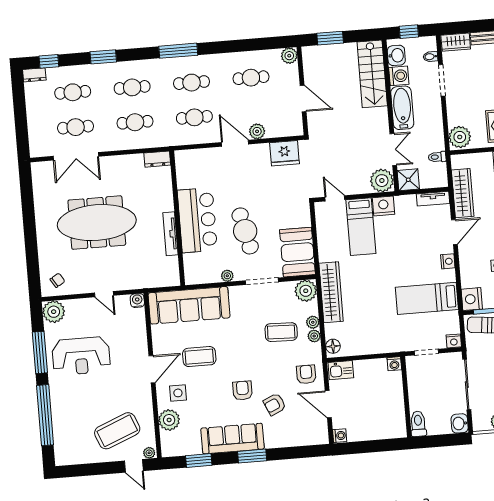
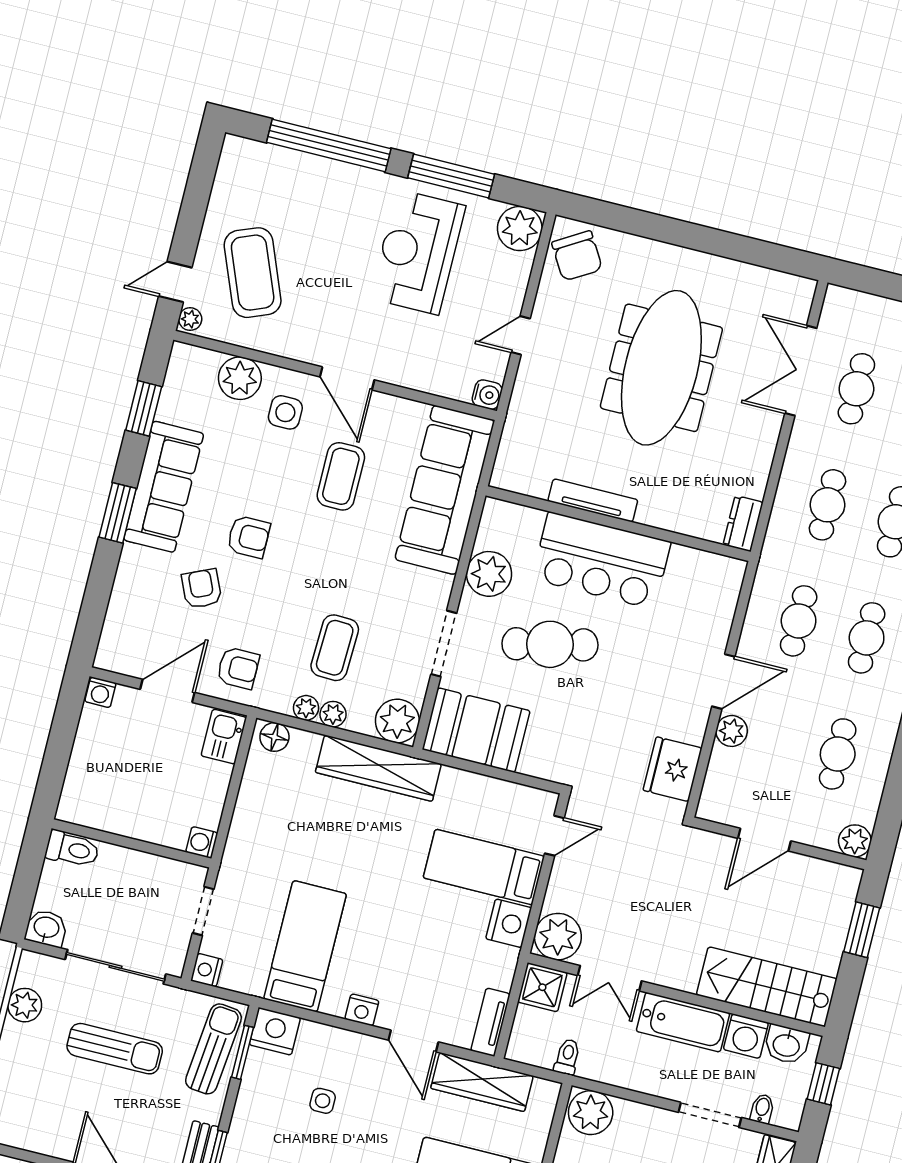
plant: (227, 276) -> (489, 574), width x1.87, depth x1.87
chair: (57, 280) -> (577, 256), width x1.87, depth x1.87

